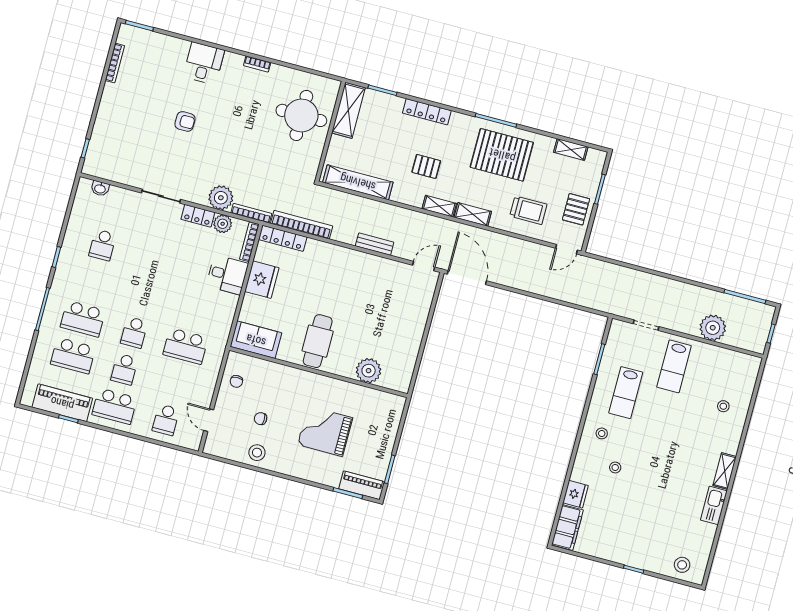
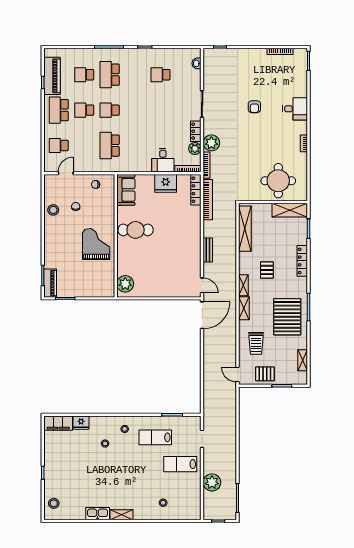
school desk: (73, 356) -> (84, 75), width x0.54
plant: (369, 371) -> (125, 284), moved
grand piano: (325, 431) -> (96, 244), moved

